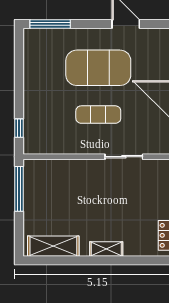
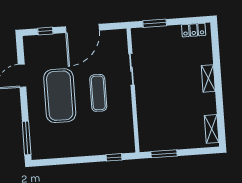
window: (19, 189) -> (164, 154), width x0.69
shelving: (53, 246) -> (212, 129), width x0.67, depth x0.75

